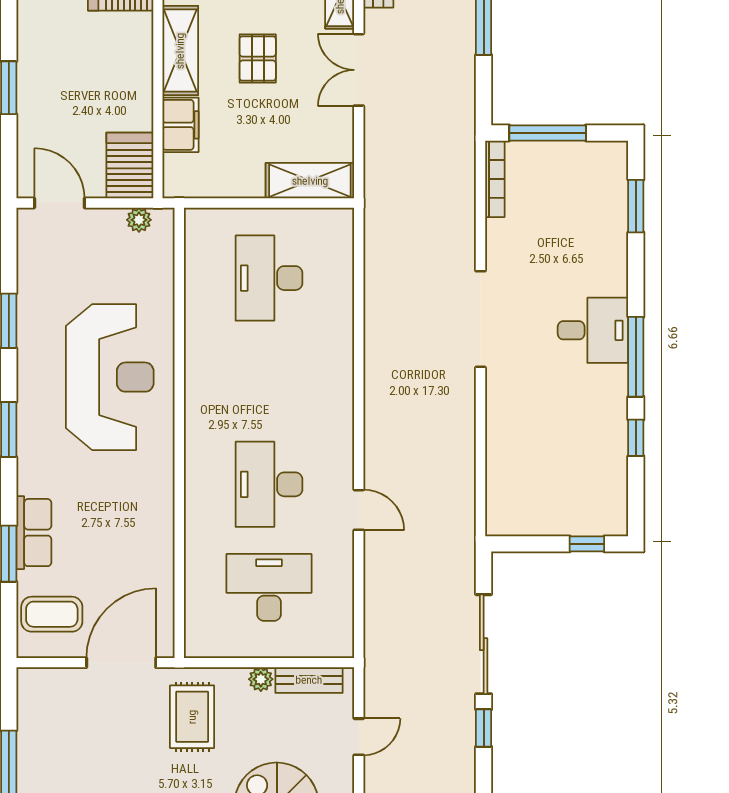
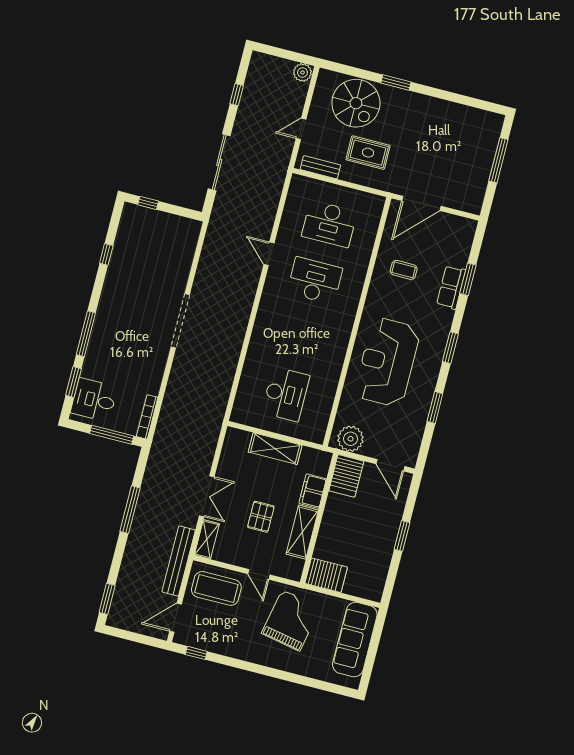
shelving: (310, 181) -> (275, 449), moved
plant: (139, 220) -> (351, 439), width x1.88, depth x1.88
doorway: (481, 319) -> (180, 321), moved
desk: (593, 330) -> (94, 400), moved
window: (636, 357) -> (86, 334), moved
desk: (269, 484) -> (315, 281), turned -90
coffee table: (52, 614) -> (404, 270), moved, width x0.73, depth x0.77
plant: (261, 679) -> (347, 174), removed
rug: (192, 717) -> (368, 153), moved, turned 90
window: (484, 728) -> (237, 95), moved

